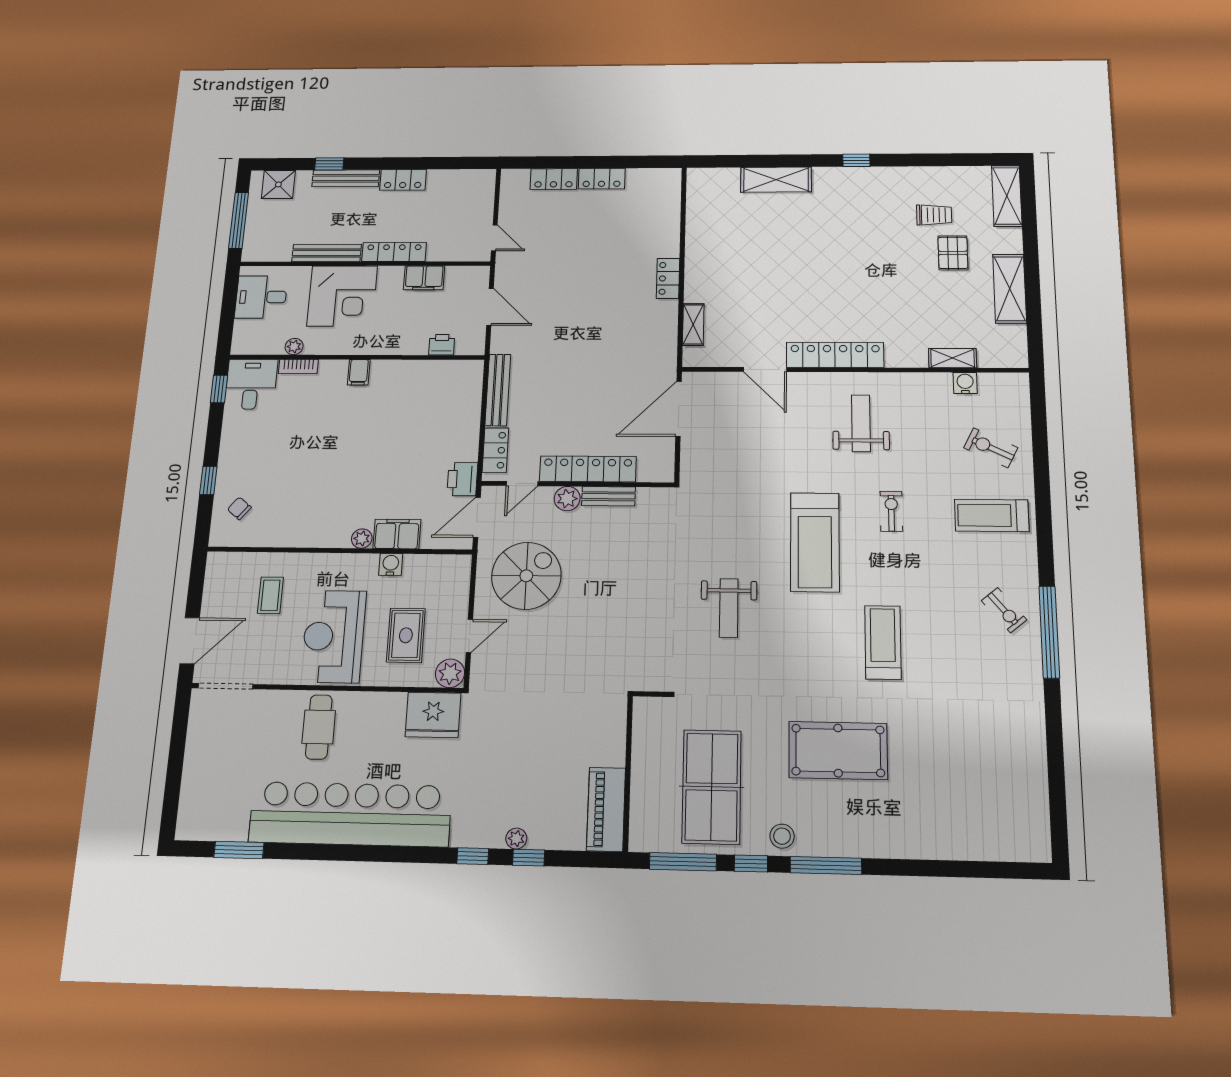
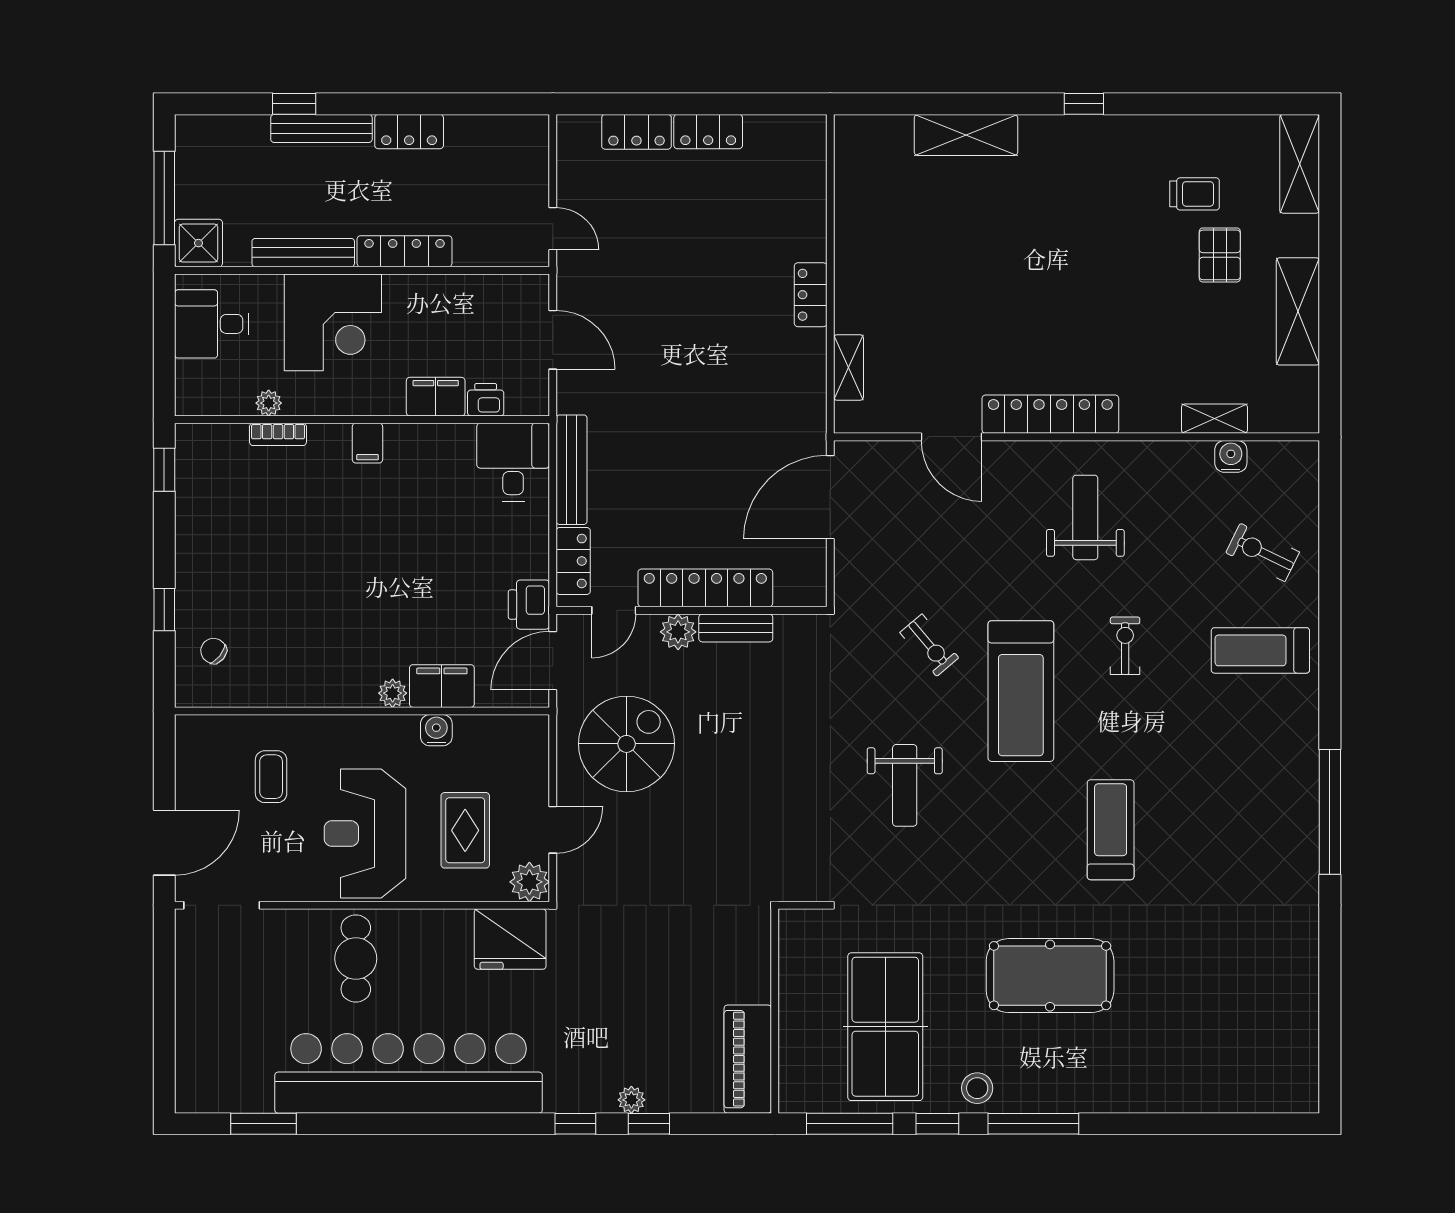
shower: (278, 184) -> (198, 243), moved
filing cabinet: (424, 278) -> (436, 397), moved, turned 180
desk: (251, 384) -> (513, 462), moved
exercise bike: (1004, 610) -> (929, 645), moved

